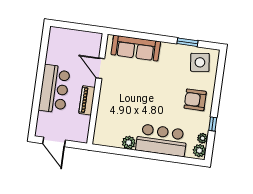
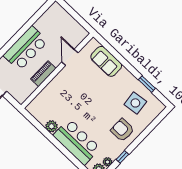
sofa: (136, 48) -> (106, 61), width x0.73
side table: (200, 62) -> (135, 103), moved

